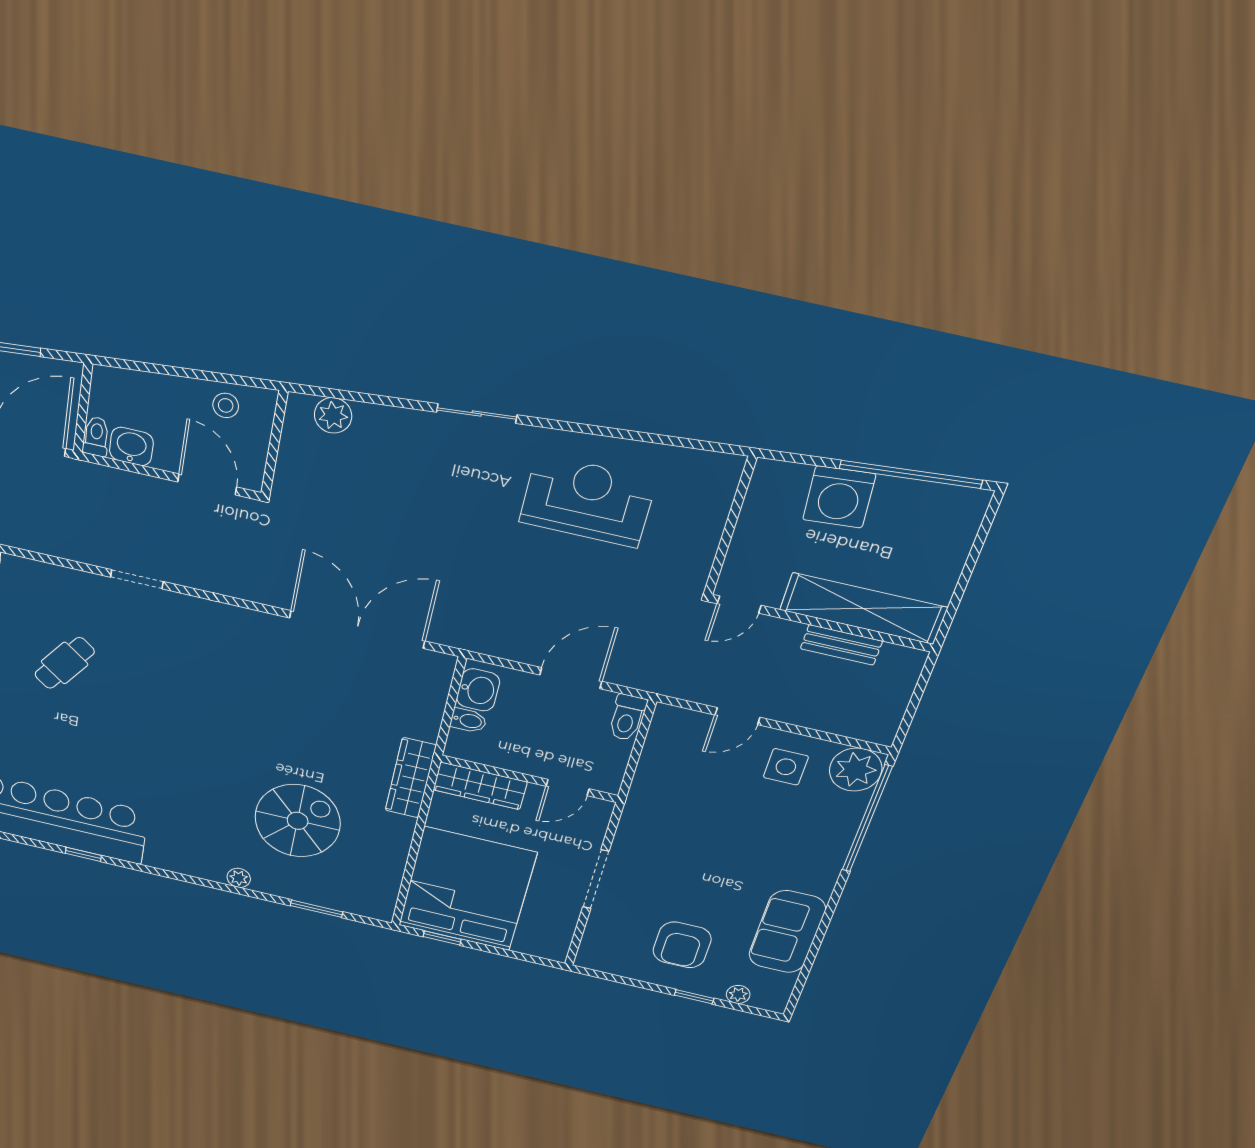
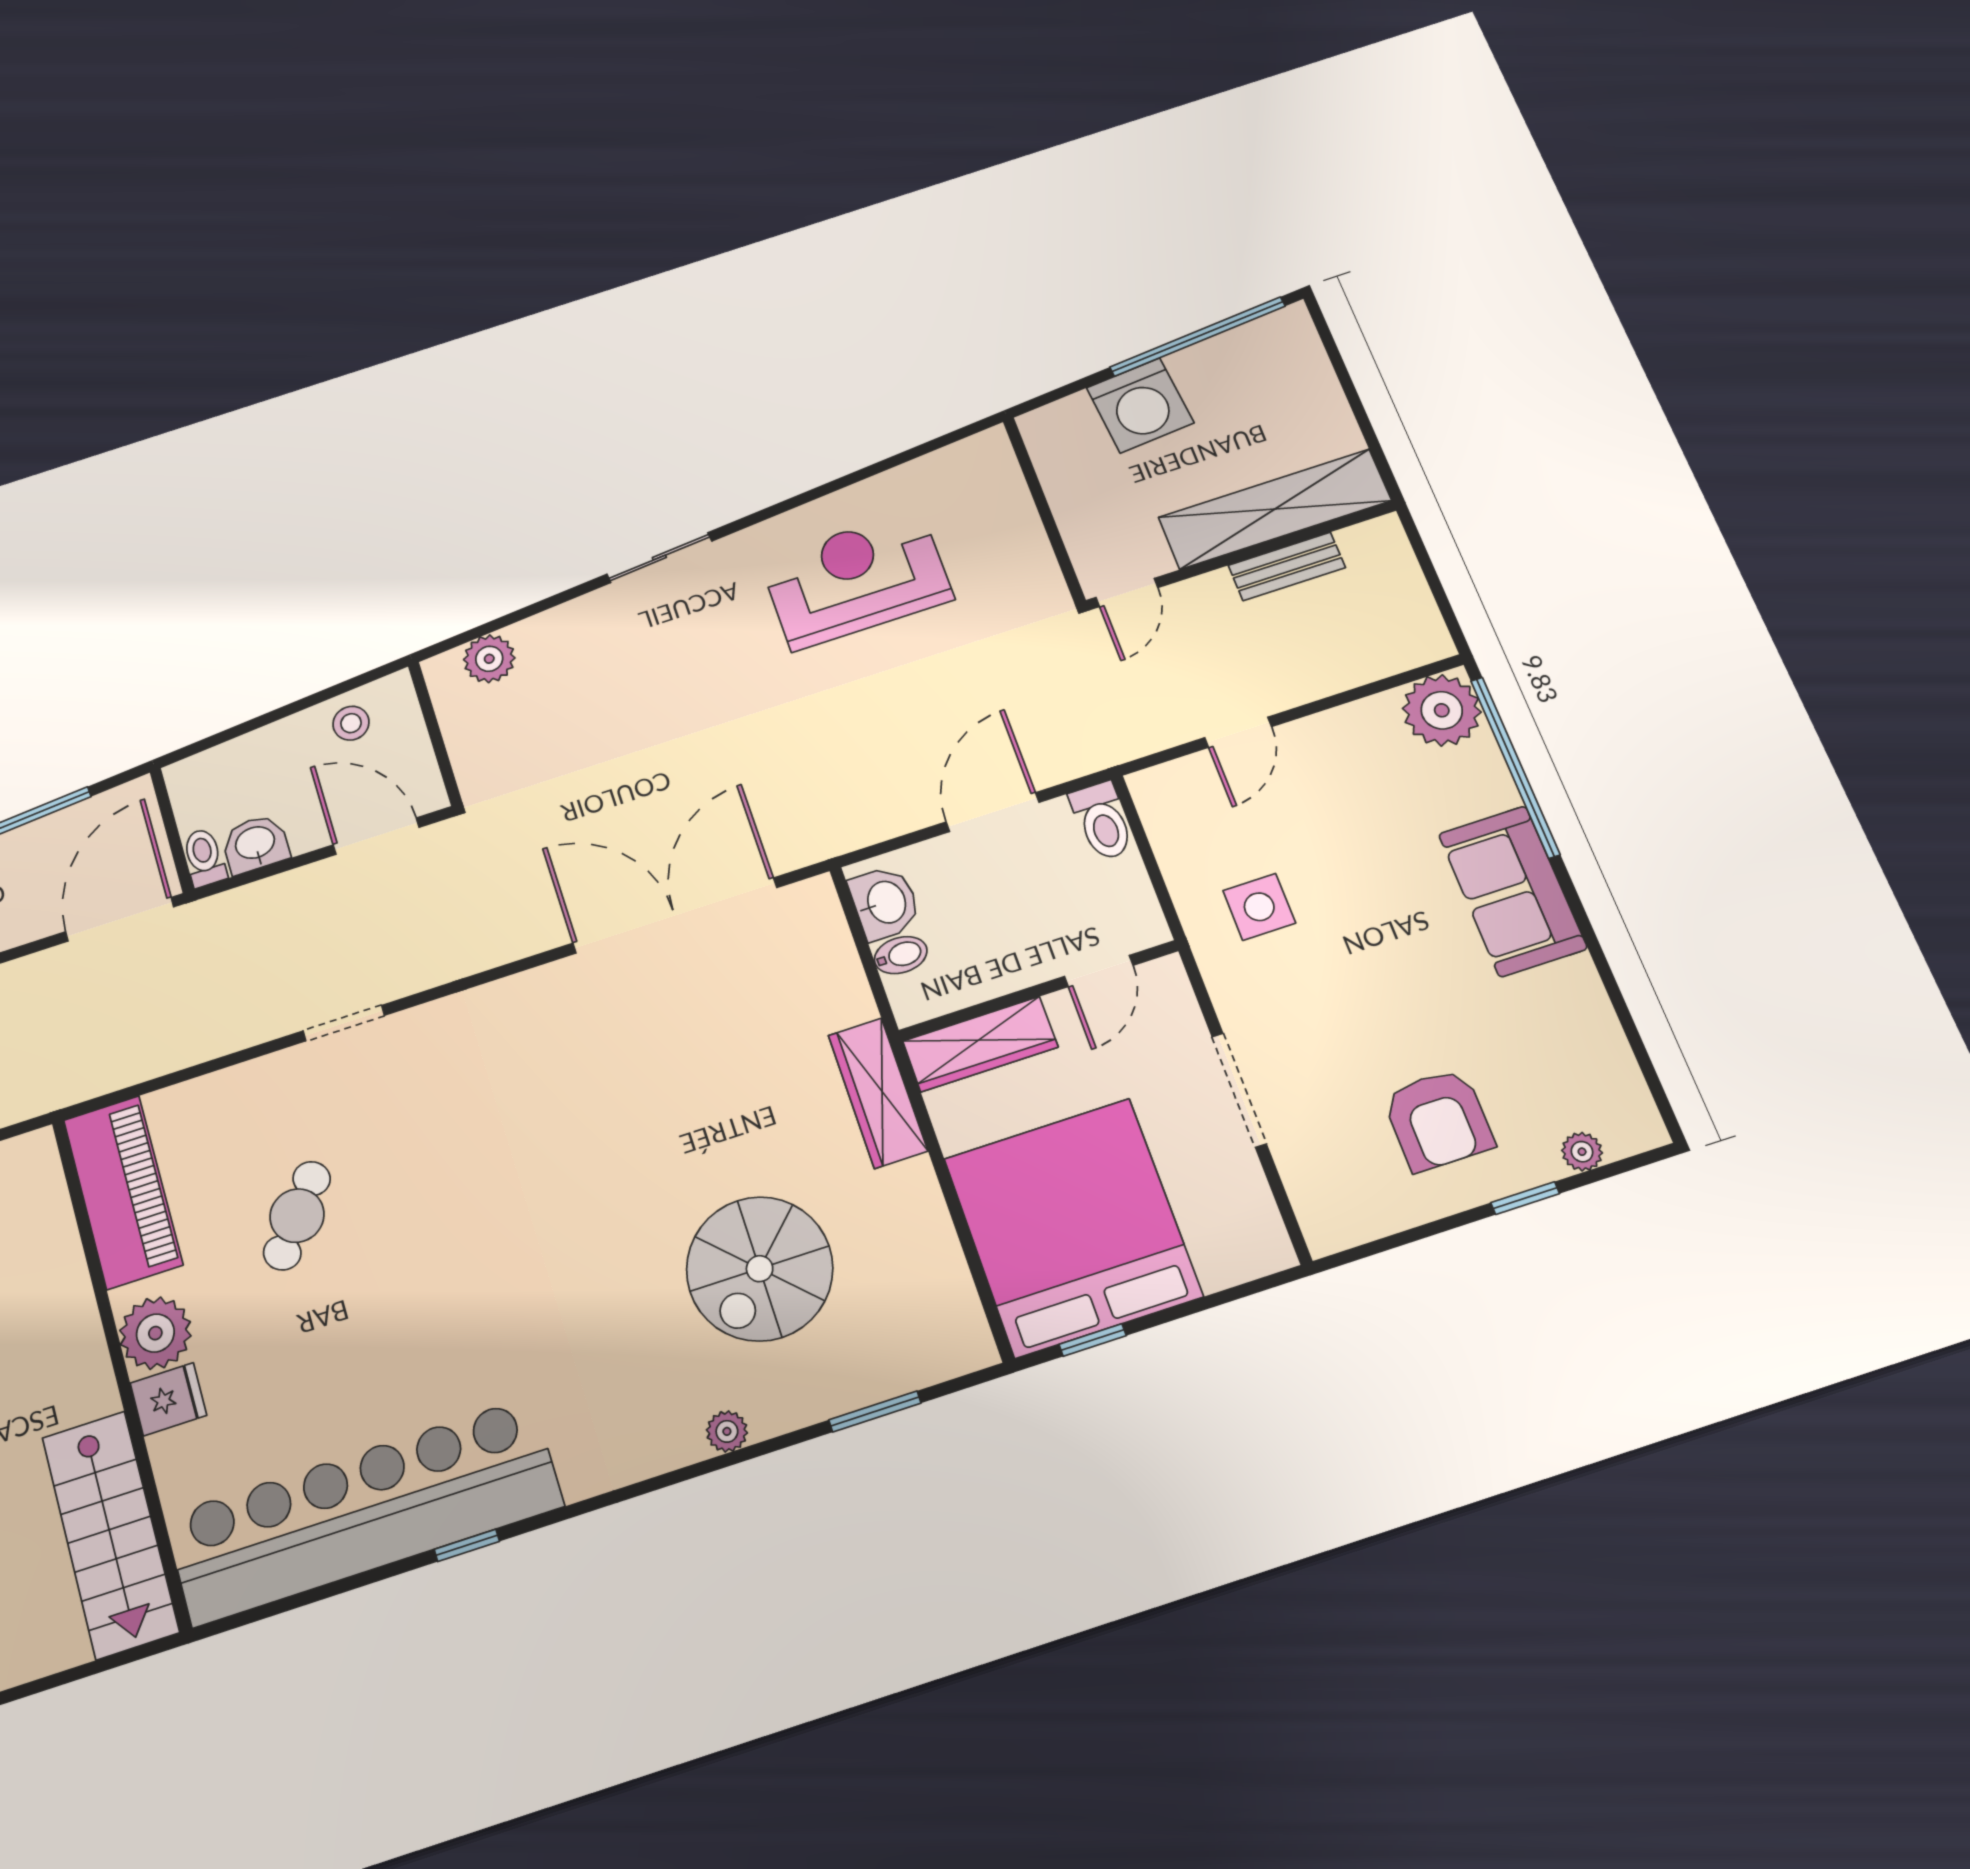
side table: (786, 767) -> (1259, 907), moved
spiral stairs: (298, 821) -> (760, 1269), turned 180
sofa: (787, 932) -> (1513, 891), moved

